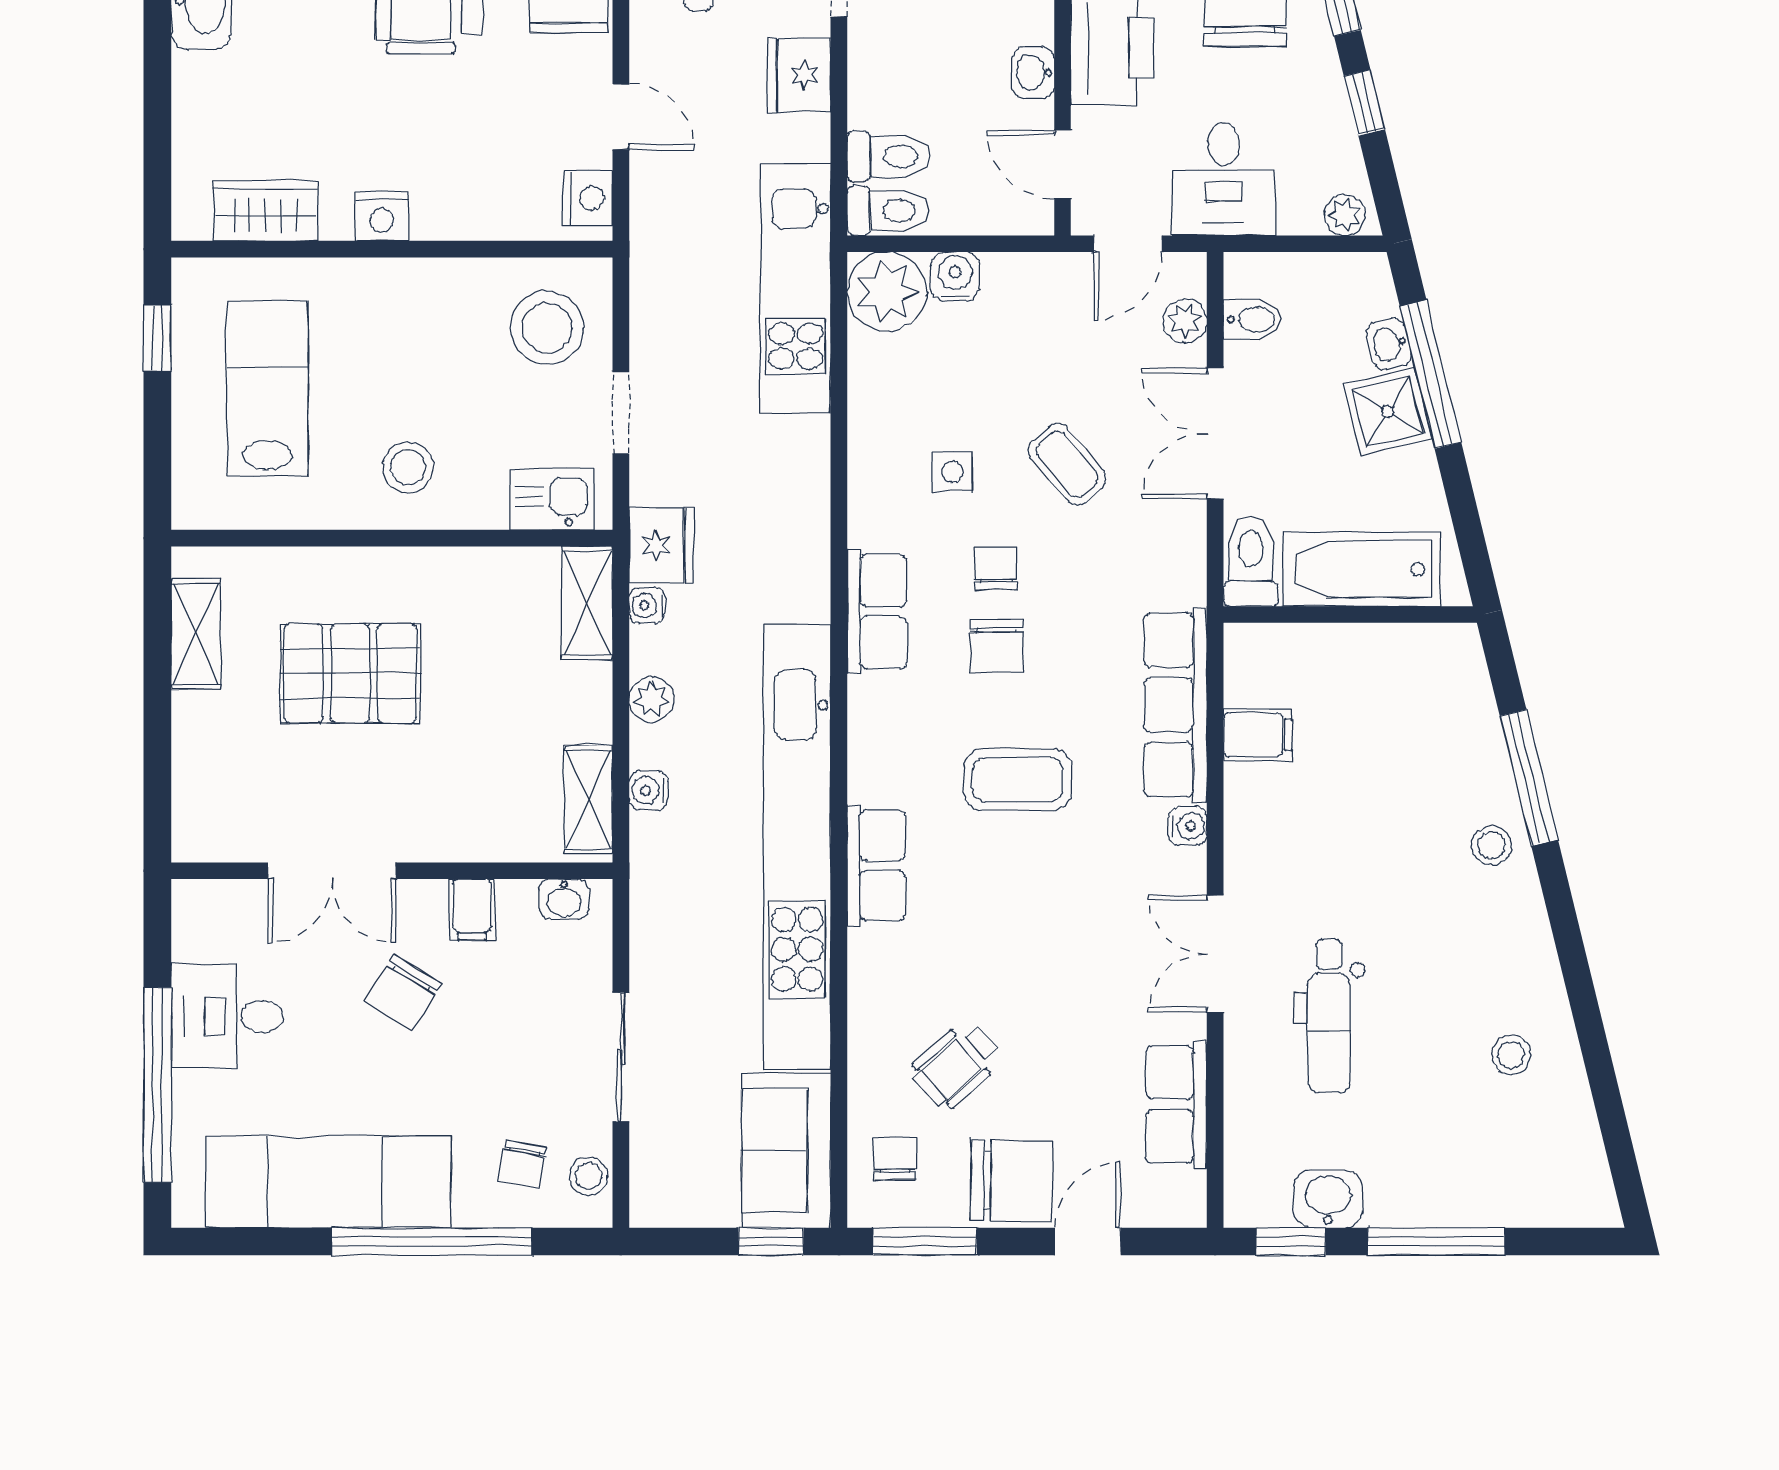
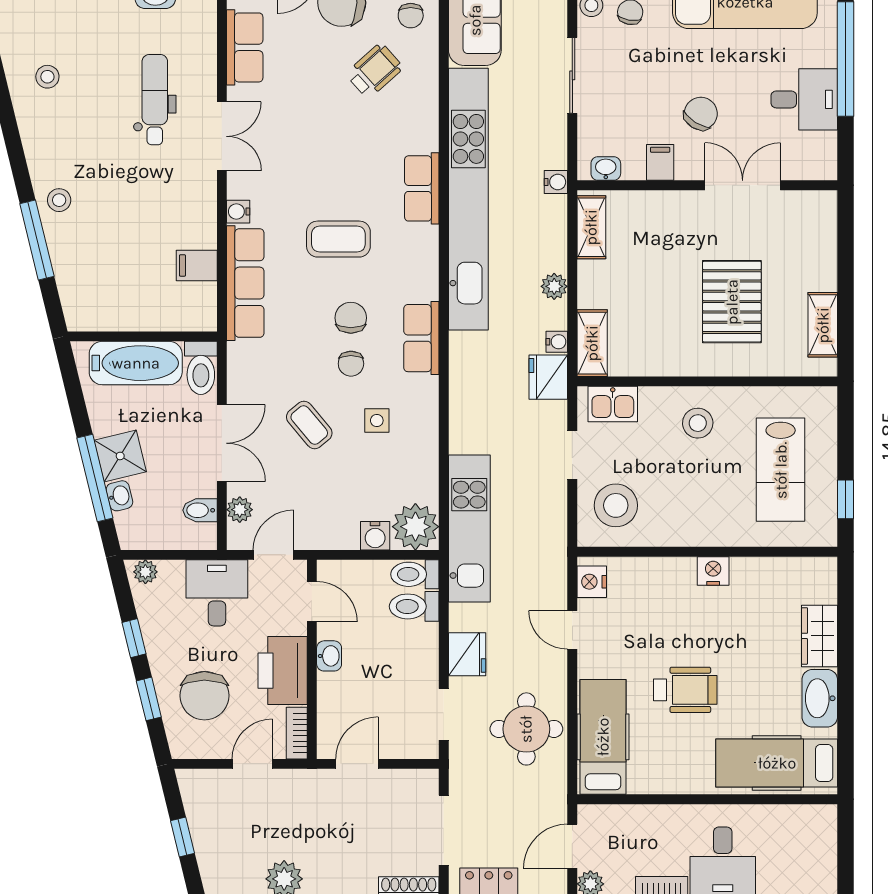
wardrobe: (265, 211) -> (820, 636), moved, turned 90
pallet: (350, 673) -> (732, 302), turned 90
water cooler: (649, 790) -> (556, 182), moved

